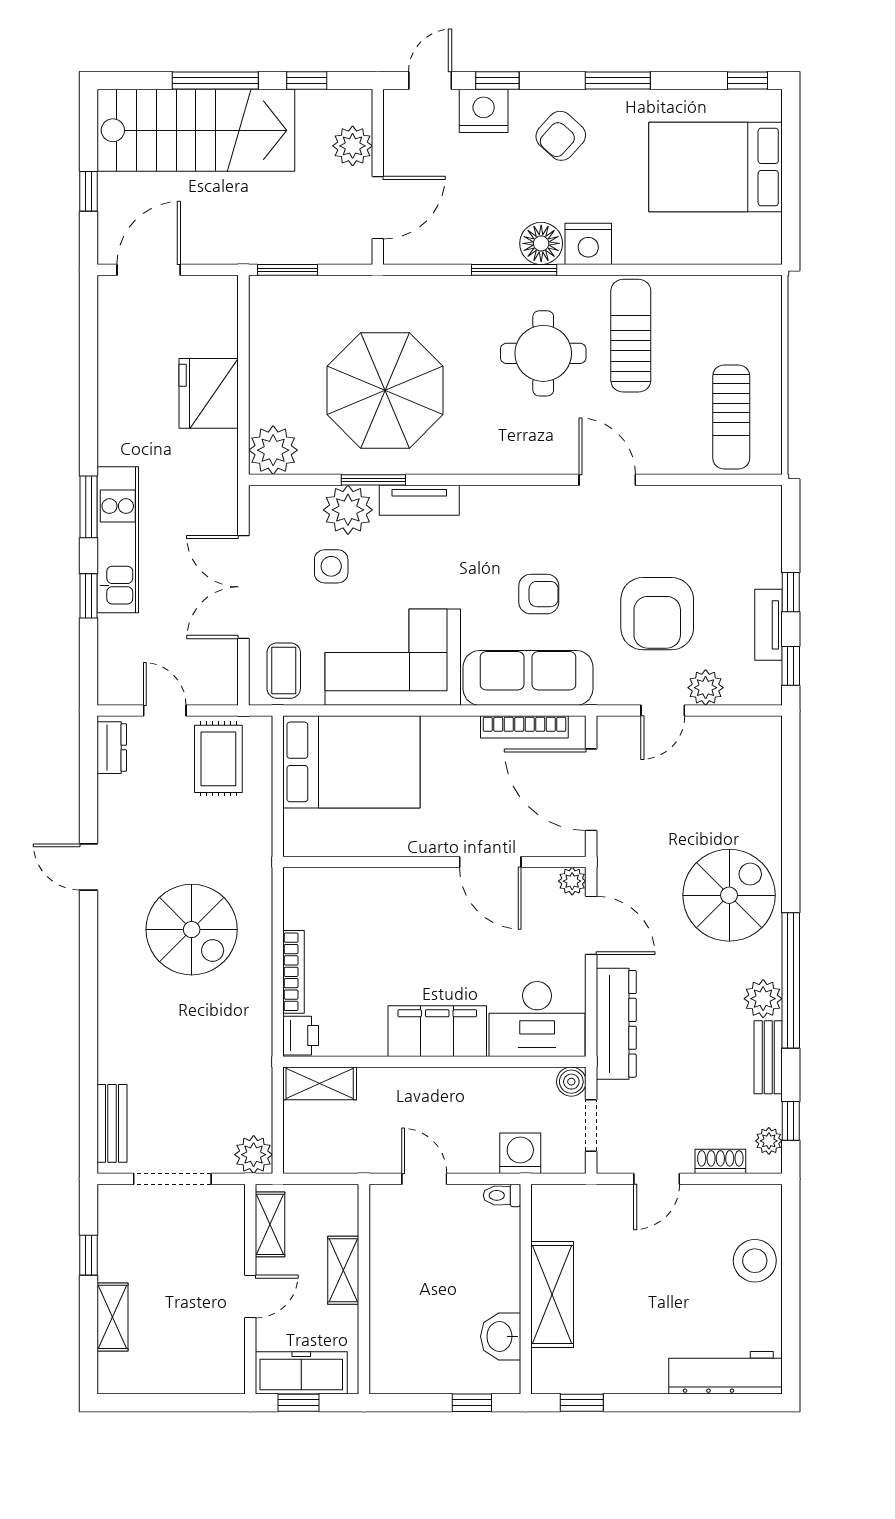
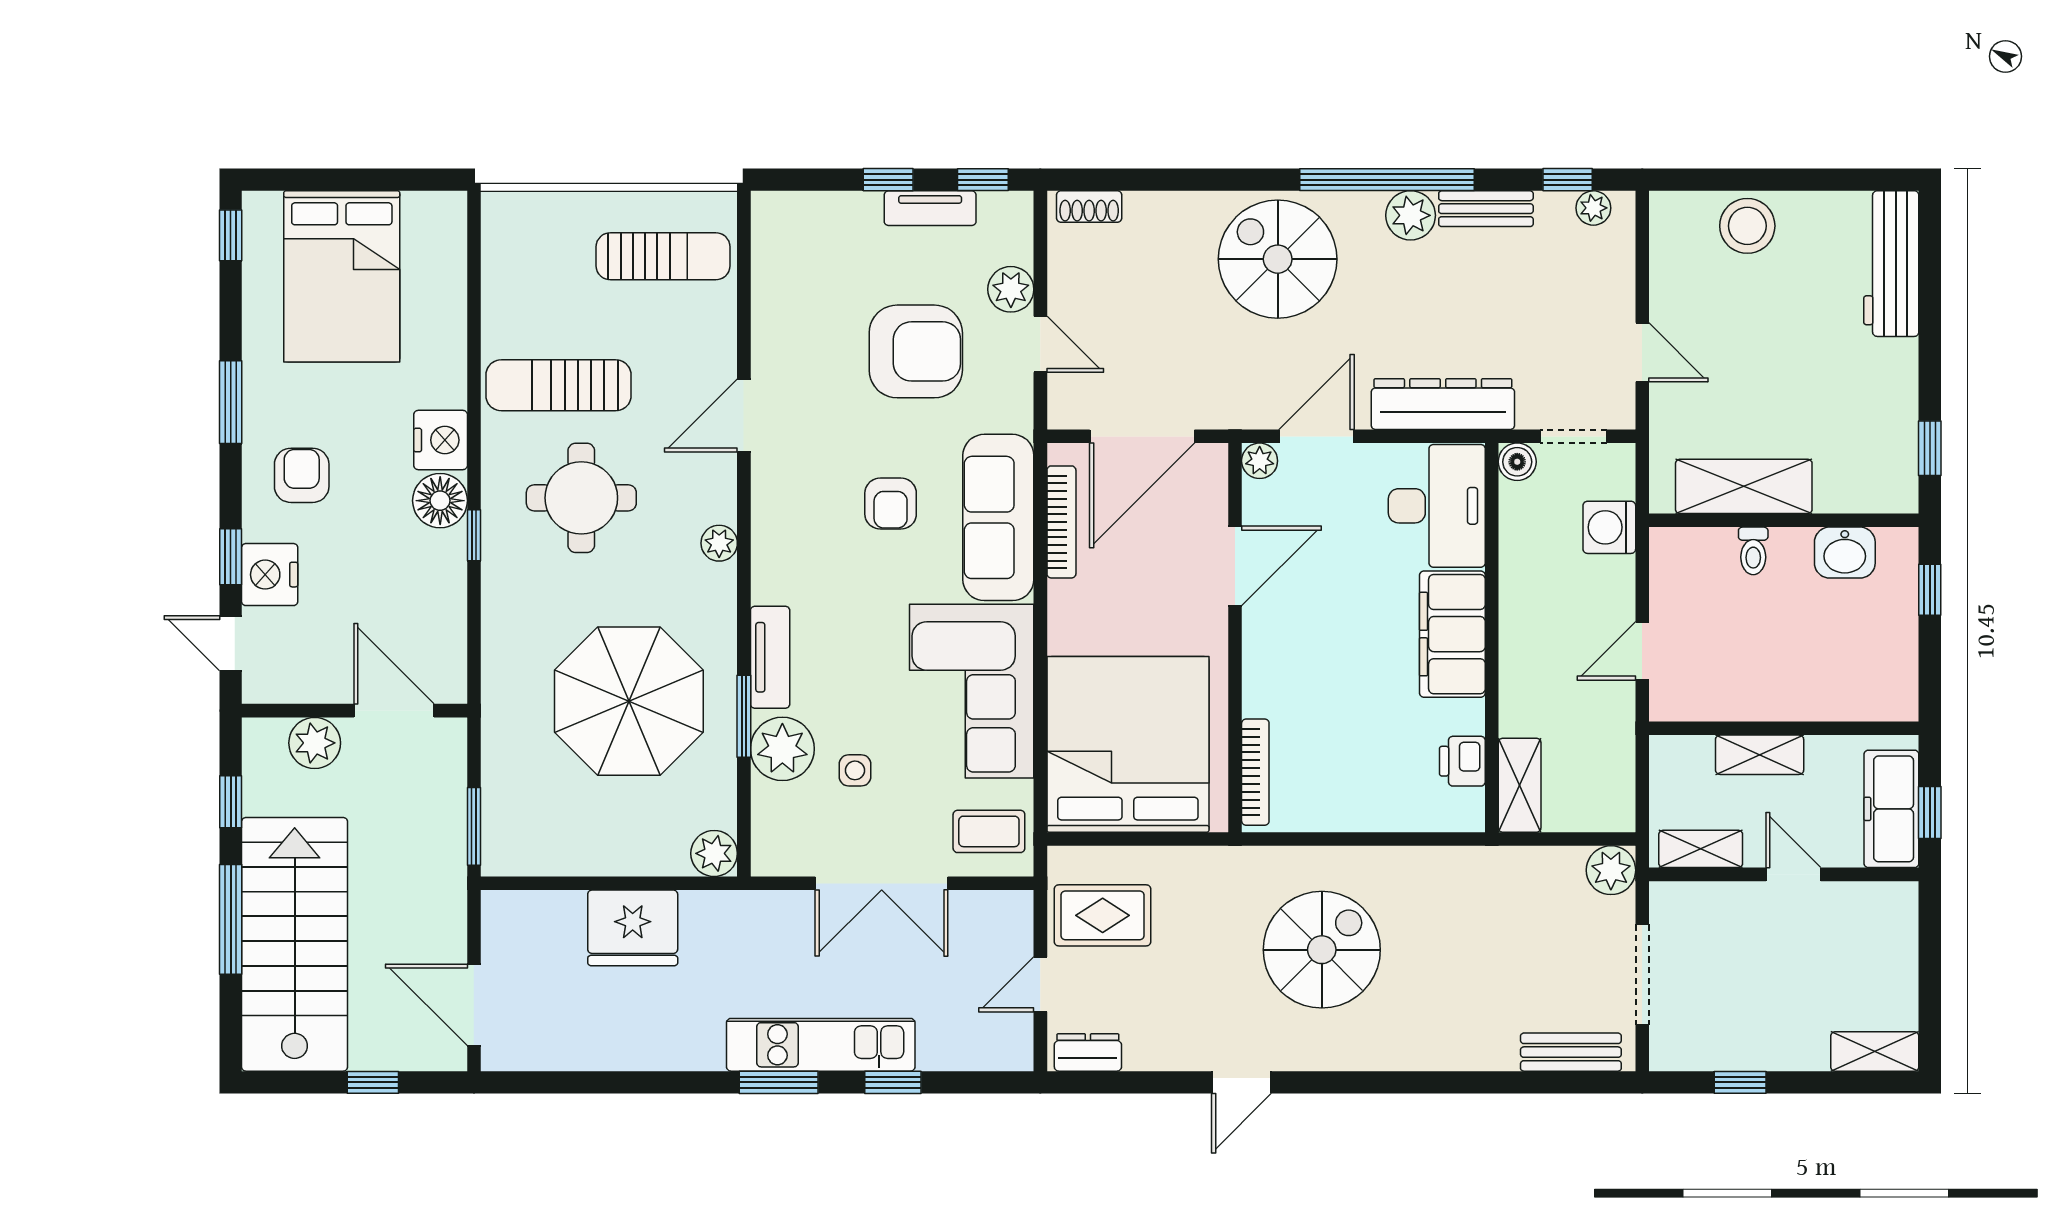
armchair: (561, 136) -> (302, 475), turned -132
window: (514, 270) -> (474, 535), width x0.46
plant: (273, 450) -> (714, 853), width x0.73, depth x0.73
plant: (508, 461) -> (719, 543), added
side table: (331, 566) -> (855, 770), width x0.73, depth x0.73
armchair: (539, 594) -> (891, 504), turned 180
bed: (351, 762) -> (1128, 744), width x1.36
bookcase: (294, 972) -> (1255, 772), moved, turned 90
printer: (301, 1036) -> (1462, 761), moved, turned -90
shoe rack: (720, 1161) -> (1089, 207), moved, turned -90
toilet: (502, 1195) -> (1753, 551), moved
shelving: (552, 1295) -> (1744, 486), moved
shelving: (112, 1317) -> (1875, 1051), moved

